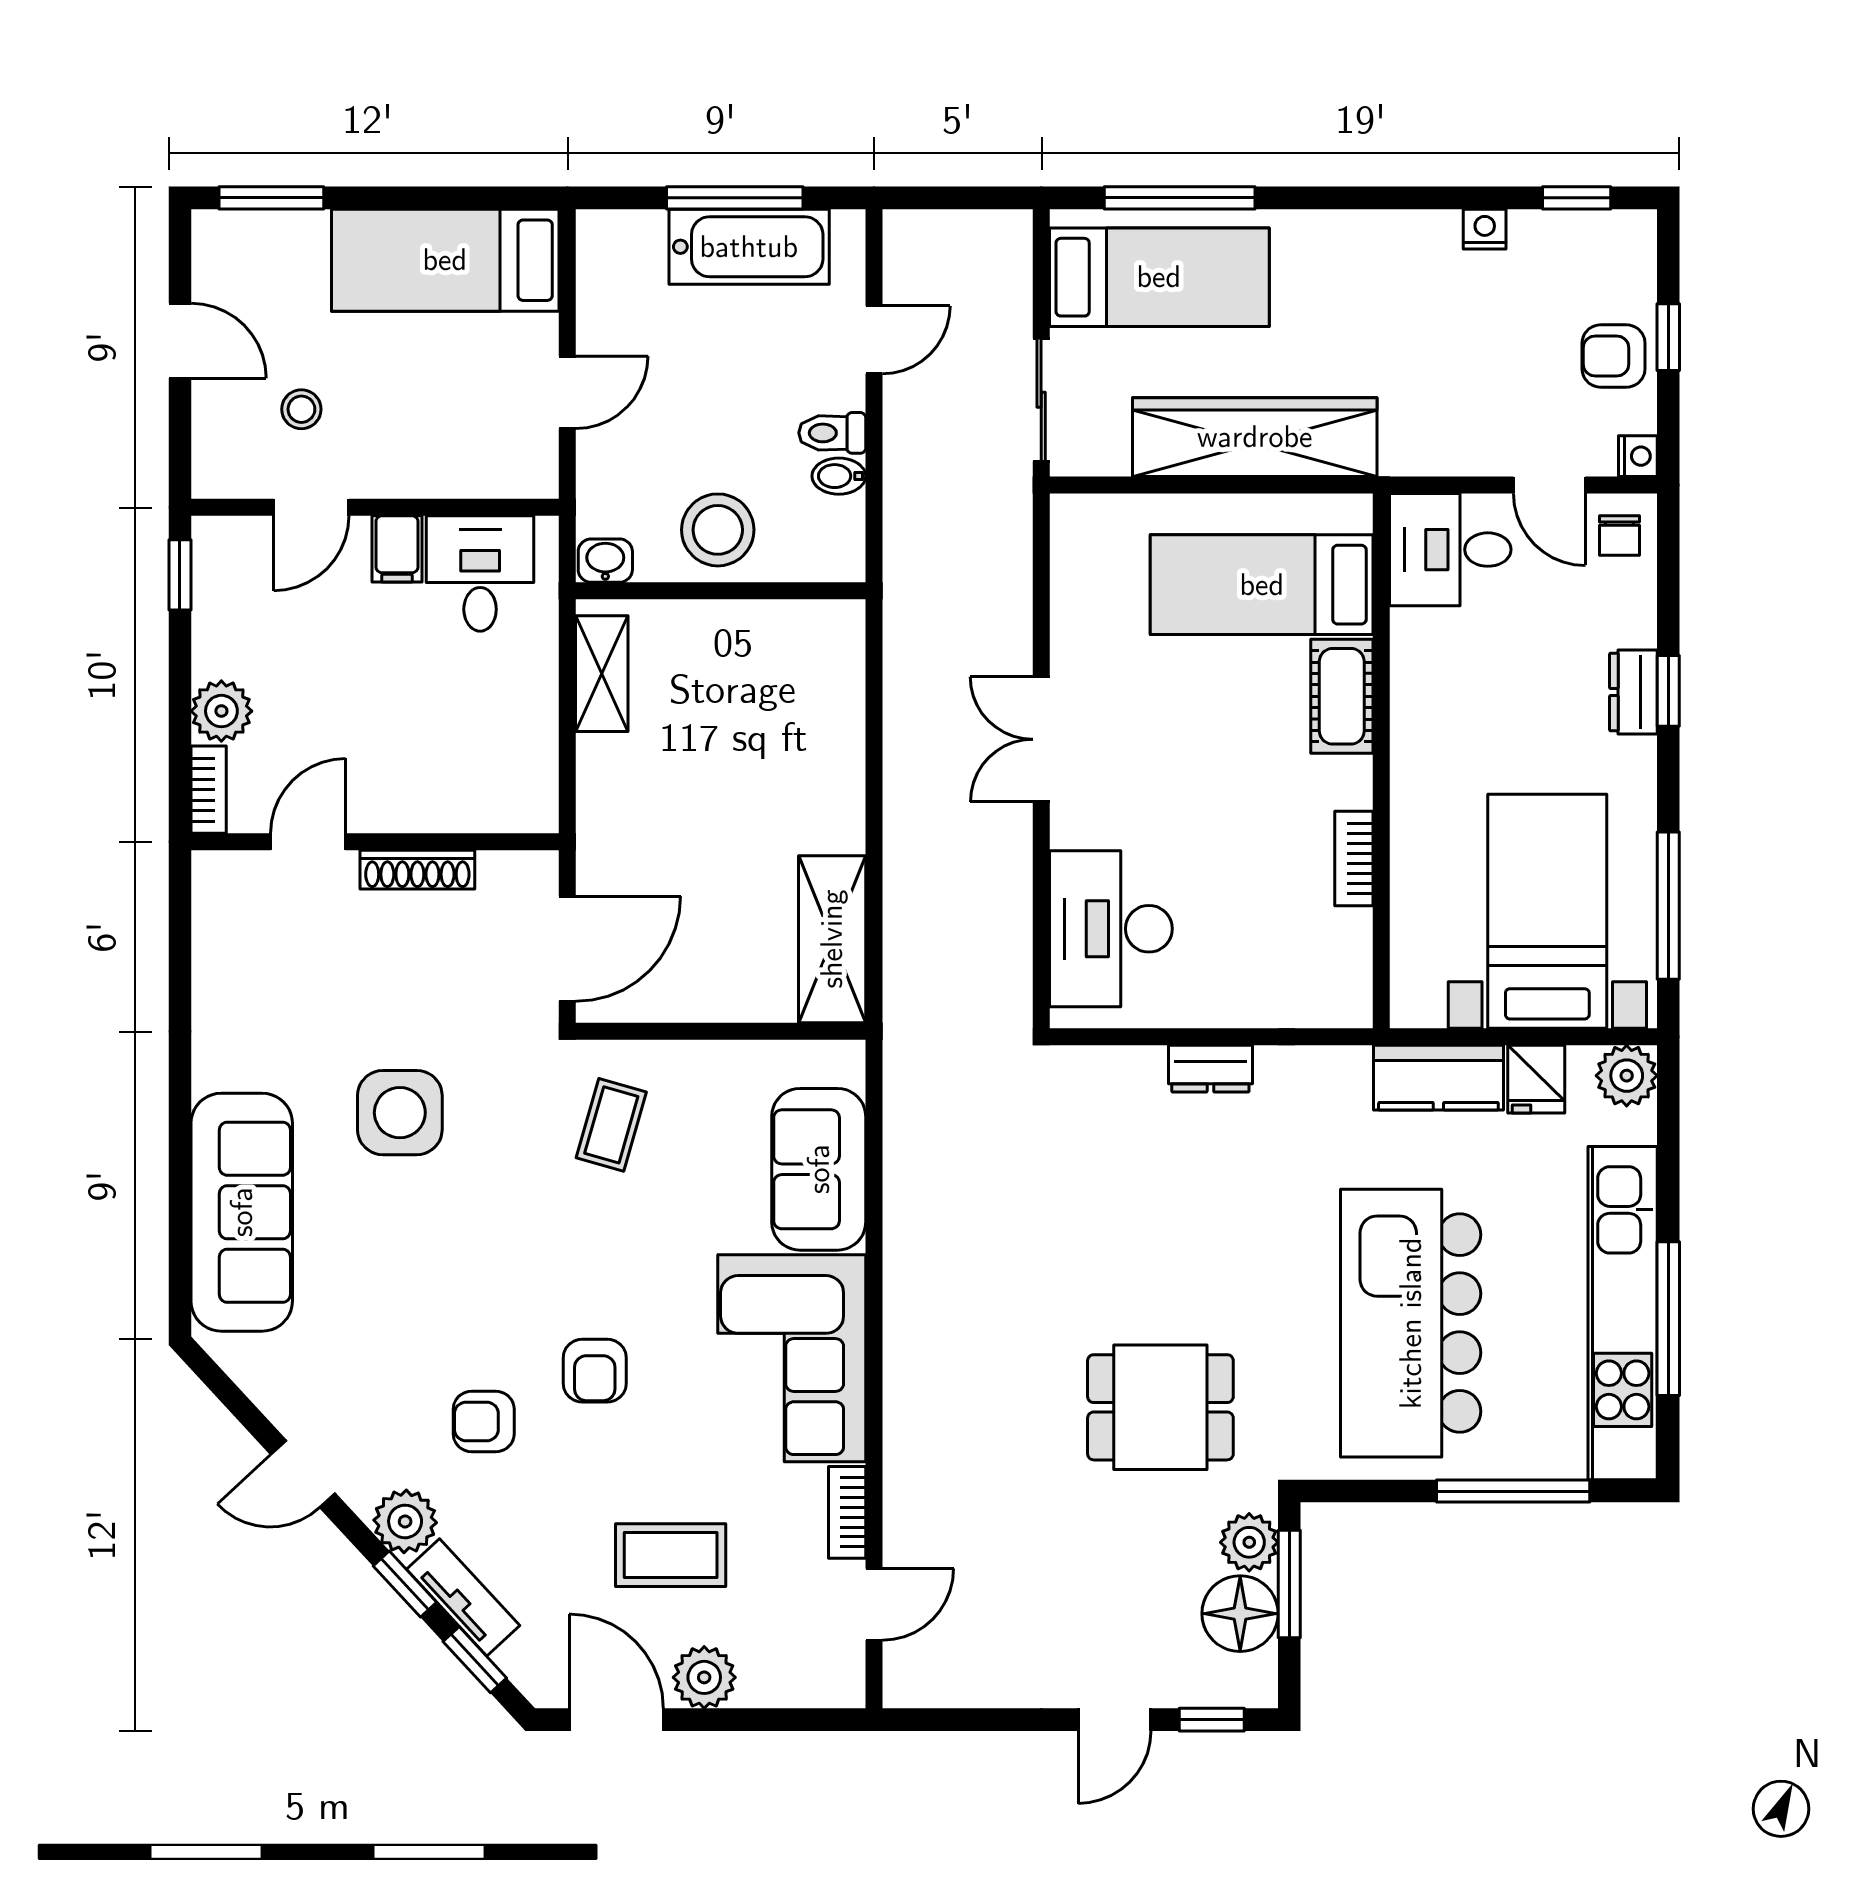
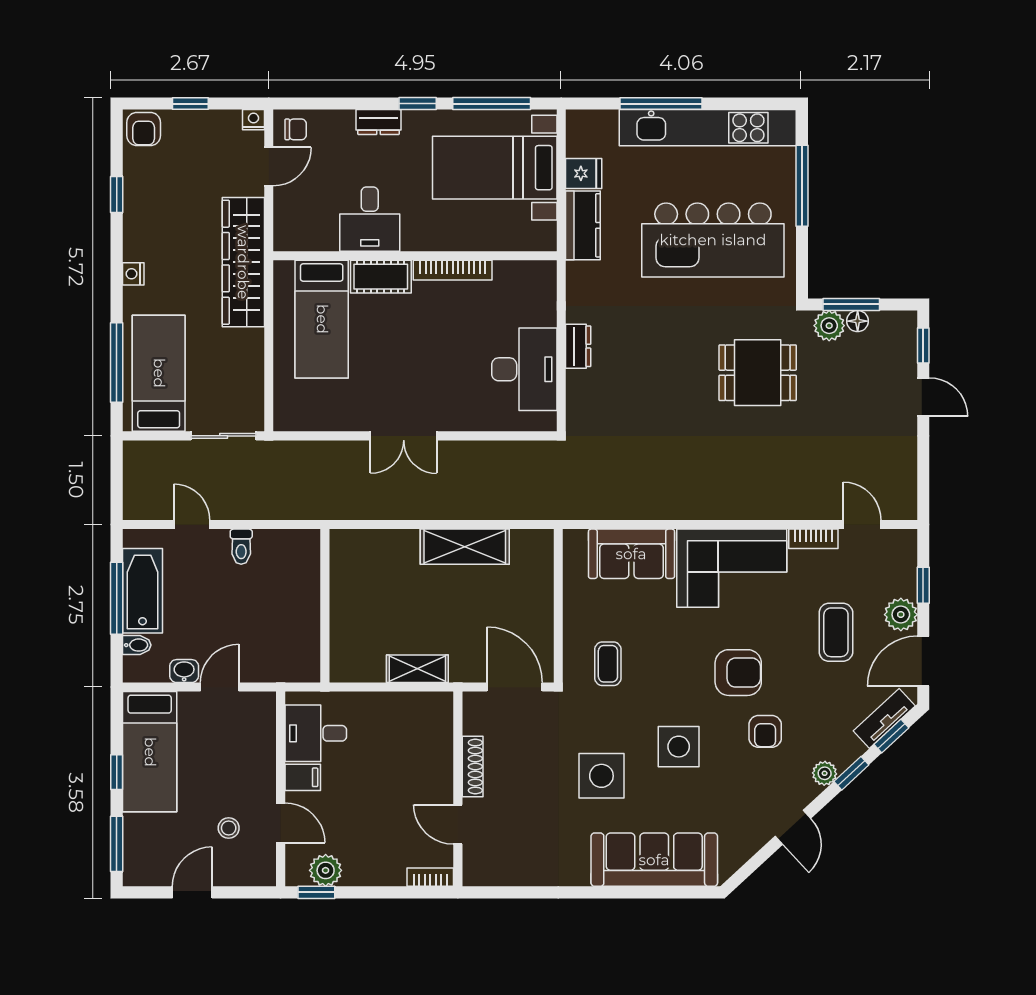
window: (407, 198) -> (117, 772), added
window: (1577, 198) -> (117, 194), moved
nightstand: (1485, 229) -> (133, 274), moved
armchair: (1614, 356) -> (144, 129), moved
door: (567, 392) -> (220, 687), hinge flipped
wardrobe: (1255, 437) -> (243, 262), moved
bidet: (839, 476) -> (137, 645), moved, turned -90
stool: (718, 530) -> (293, 607), removed
desk: (1450, 550) -> (370, 219), moved
washbasin: (605, 561) -> (184, 671), moved, turned 90
shelving: (602, 674) -> (417, 669), moved
window: (1668, 691) -> (418, 104), moved
plant: (221, 711) -> (326, 870), moved
bookcase: (1354, 859) -> (453, 270), width x1.56
desk: (1111, 929) -> (524, 369), moved, turned -90
shelving: (832, 939) -> (465, 547), moved
plant: (1627, 1076) -> (582, 126), removed
coffee table: (611, 1125) -> (608, 664), turned 74
side table: (455, 1258) -> (679, 747), added
window: (1668, 1319) -> (661, 104), moved
armchair: (595, 1371) -> (738, 673), width x1.38, depth x1.38
dining table: (1160, 1407) -> (758, 373), turned 90
plant: (405, 1521) -> (825, 773), width x0.73, depth x0.73
tv unit: (463, 1597) -> (884, 718), moved
floor lamp: (1240, 1614) -> (858, 321), width x0.53, depth x0.53
window: (759, 1720) -> (923, 585), added

